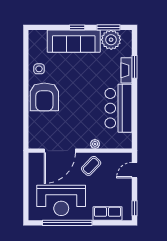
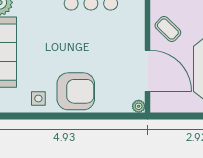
plant: (95, 144) -> (139, 106), moved

